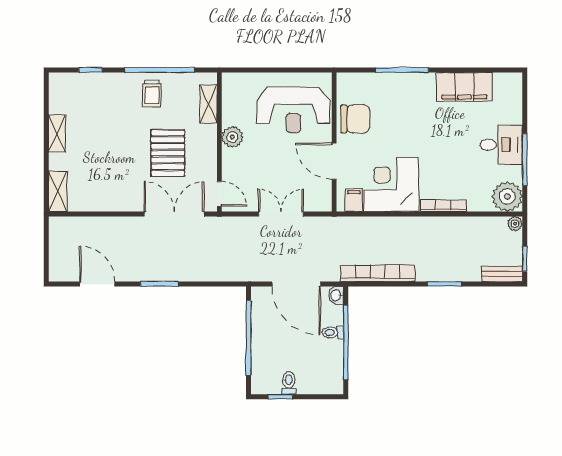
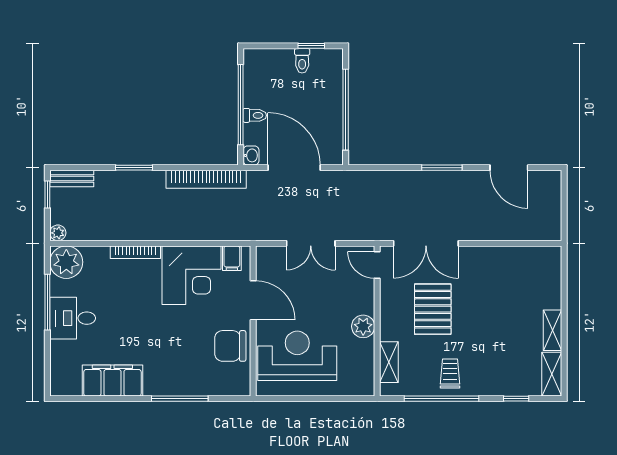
shelving: (58, 191) -> (552, 374), moved

